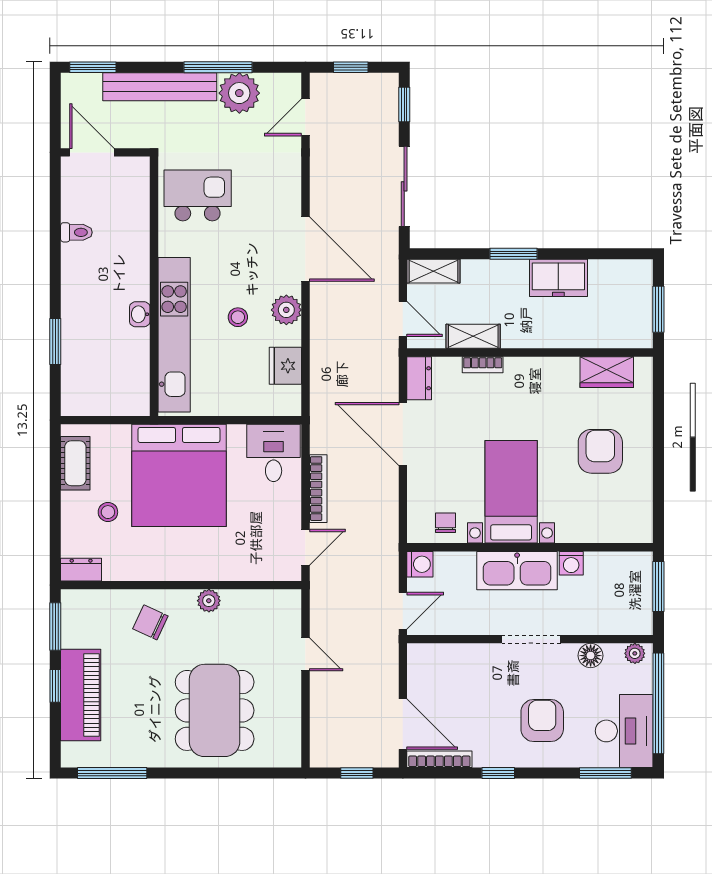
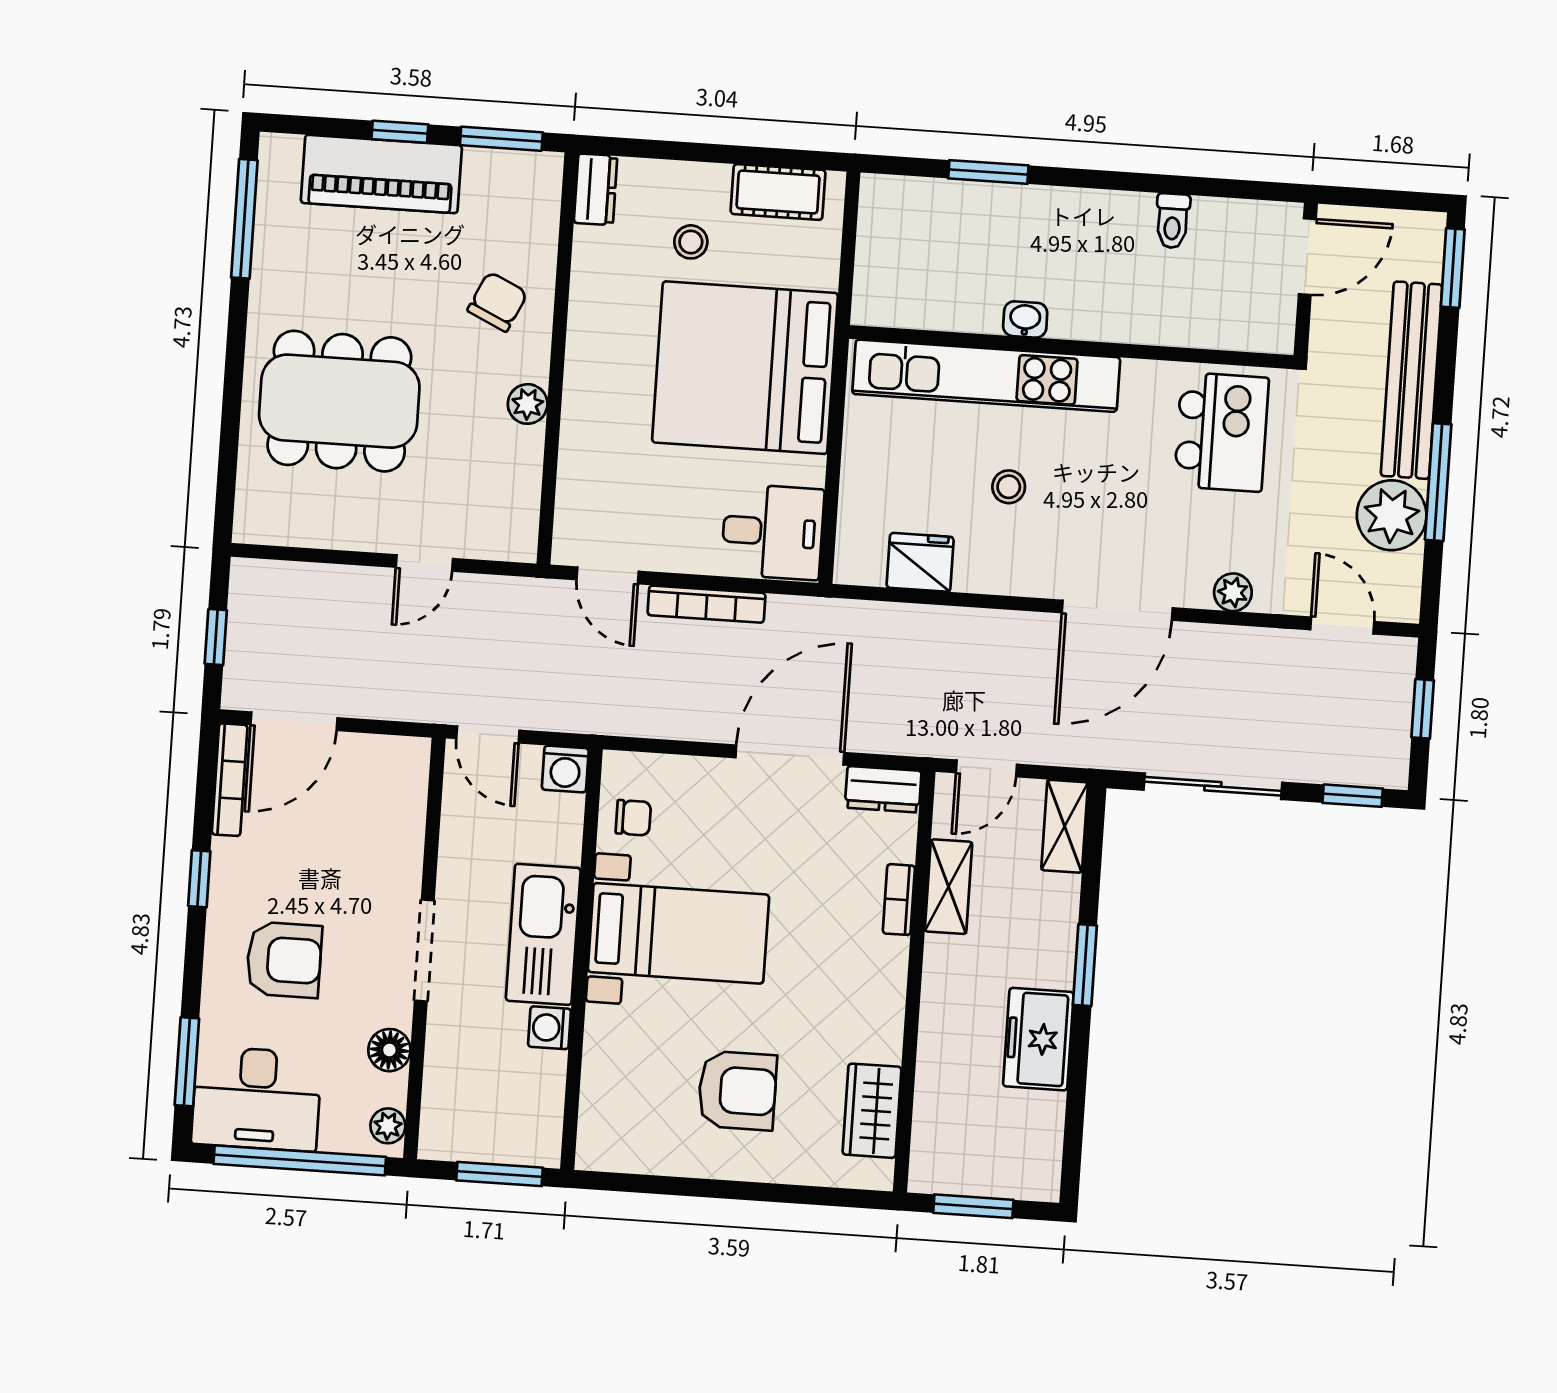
plant: (286, 310) -> (1233, 592), moved, width x0.73, depth x0.73

